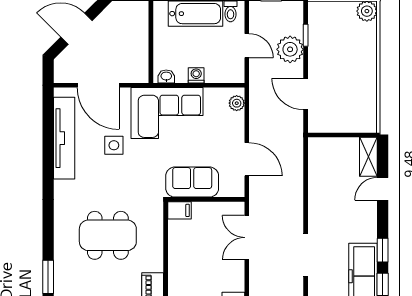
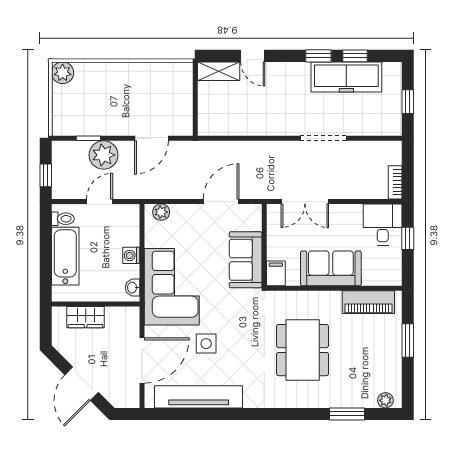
wardrobe: (139, 33) -> (86, 317), added
sofa: (184, 262) -> (331, 268), added

